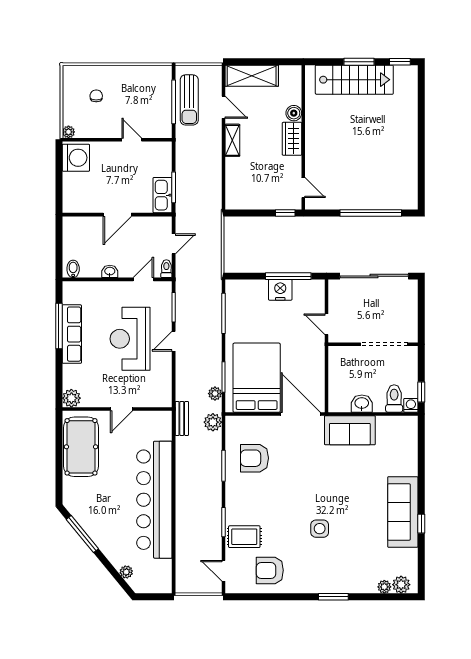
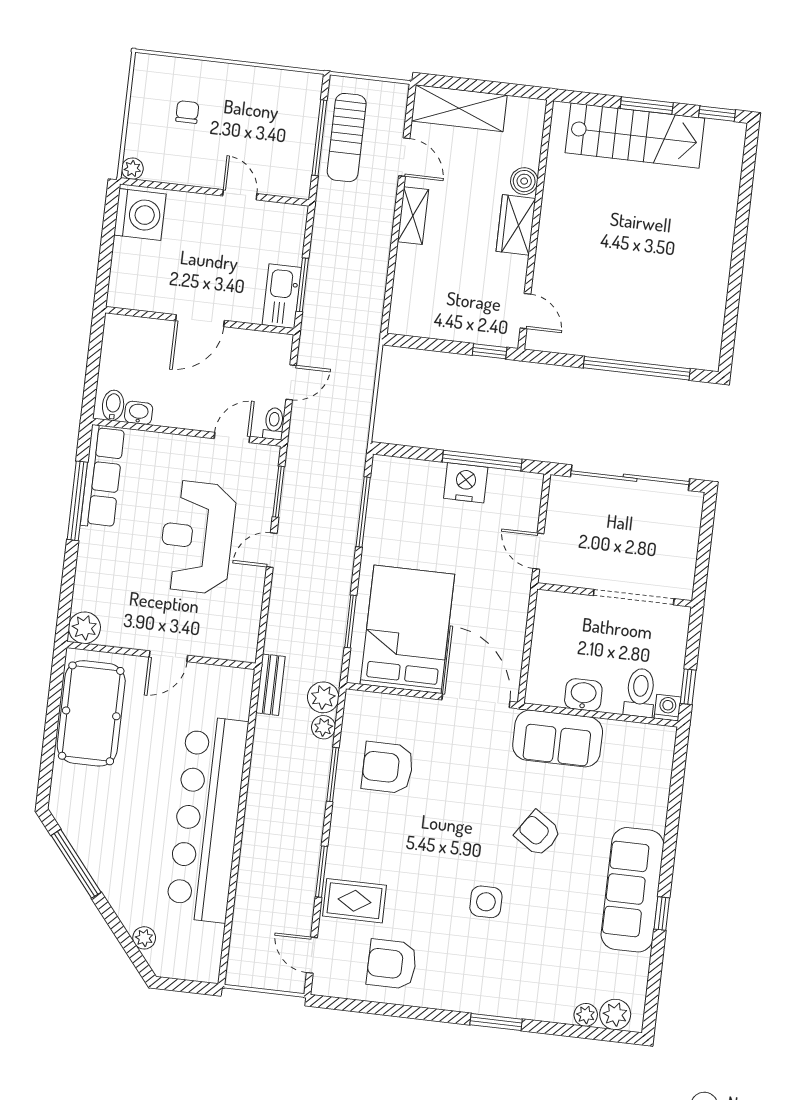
washbasin: (110, 271) -> (139, 413), moved
row of seats: (72, 334) -> (102, 477), moved
plant: (215, 394) -> (323, 727), moved
armchair: (345, 486) -> (538, 833), added

